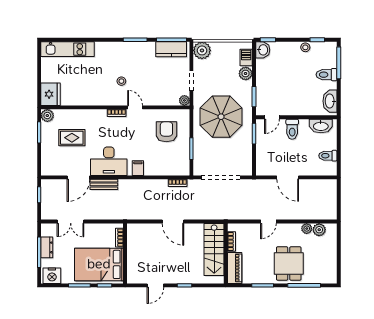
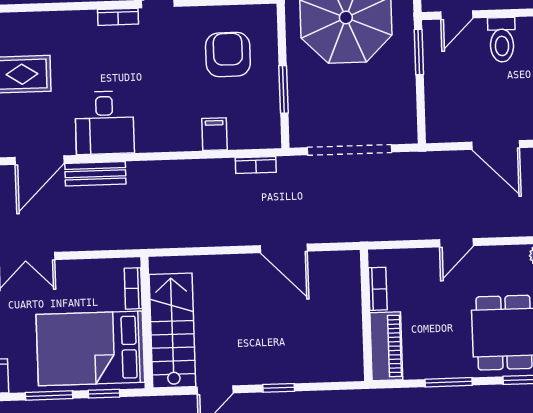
desk: (109, 161) -> (105, 123), width x0.73
filing cabinet: (138, 168) -> (214, 134), moved
door: (173, 222) -> (284, 248), moved
stairs: (214, 249) -> (172, 330), moved, turned 180

